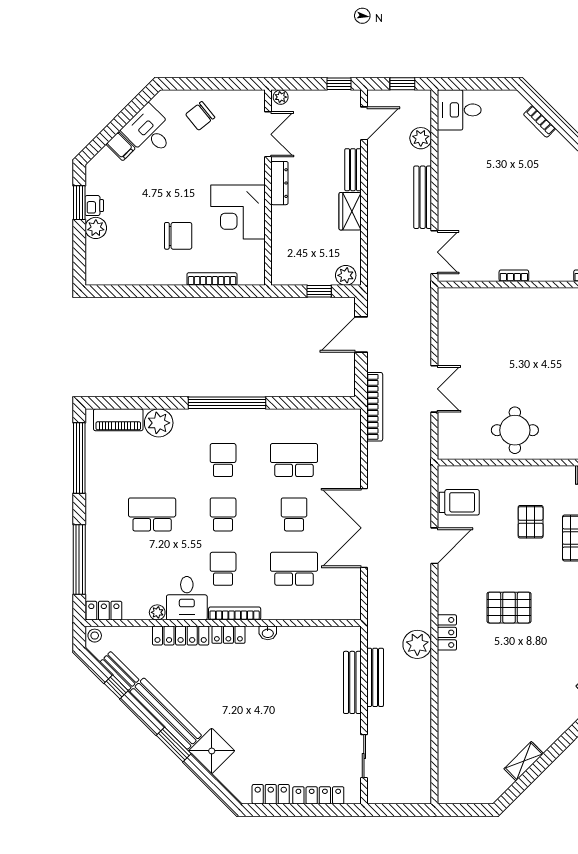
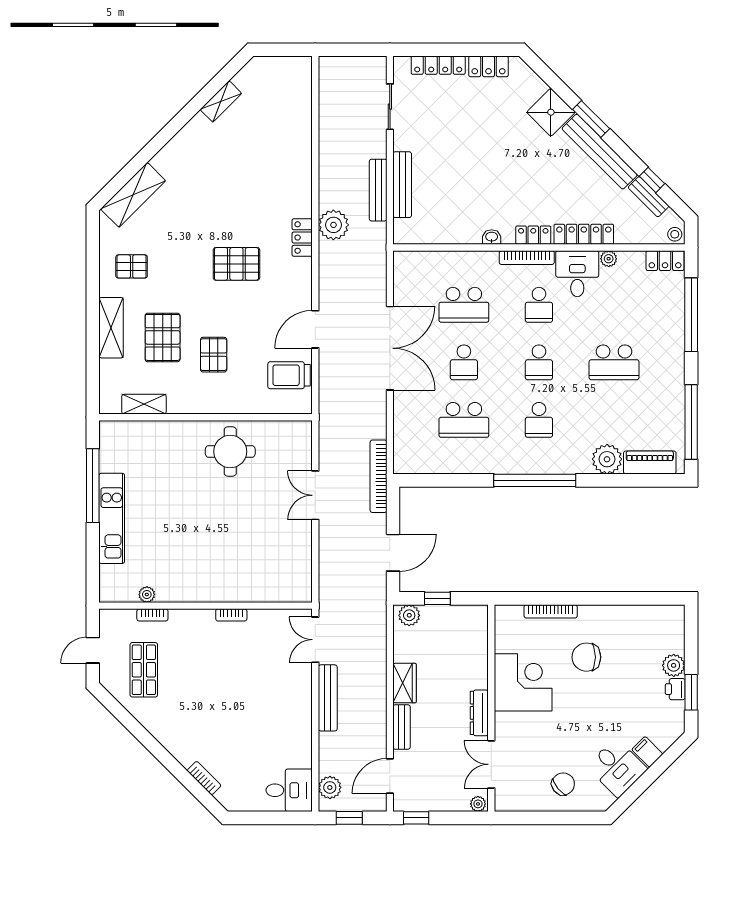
plant: (421, 138) -> (330, 787), moved

